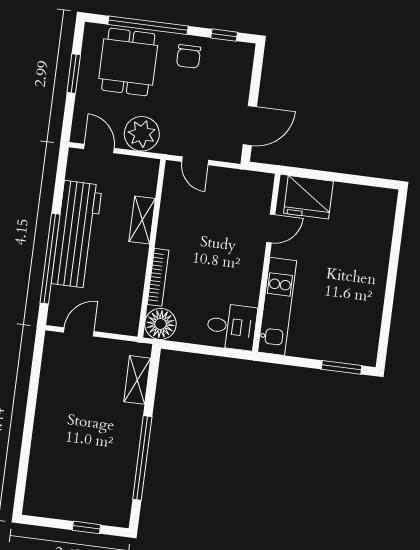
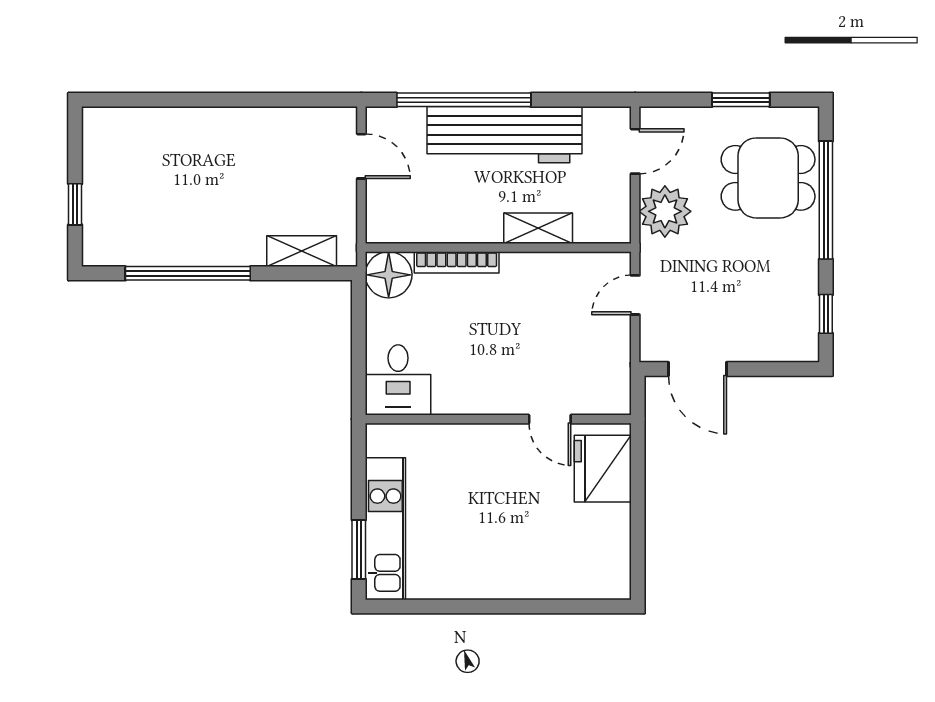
chair: (189, 56) -> (788, 266), removed
kitchen unit: (277, 306) -> (385, 529), moved, turned -90

